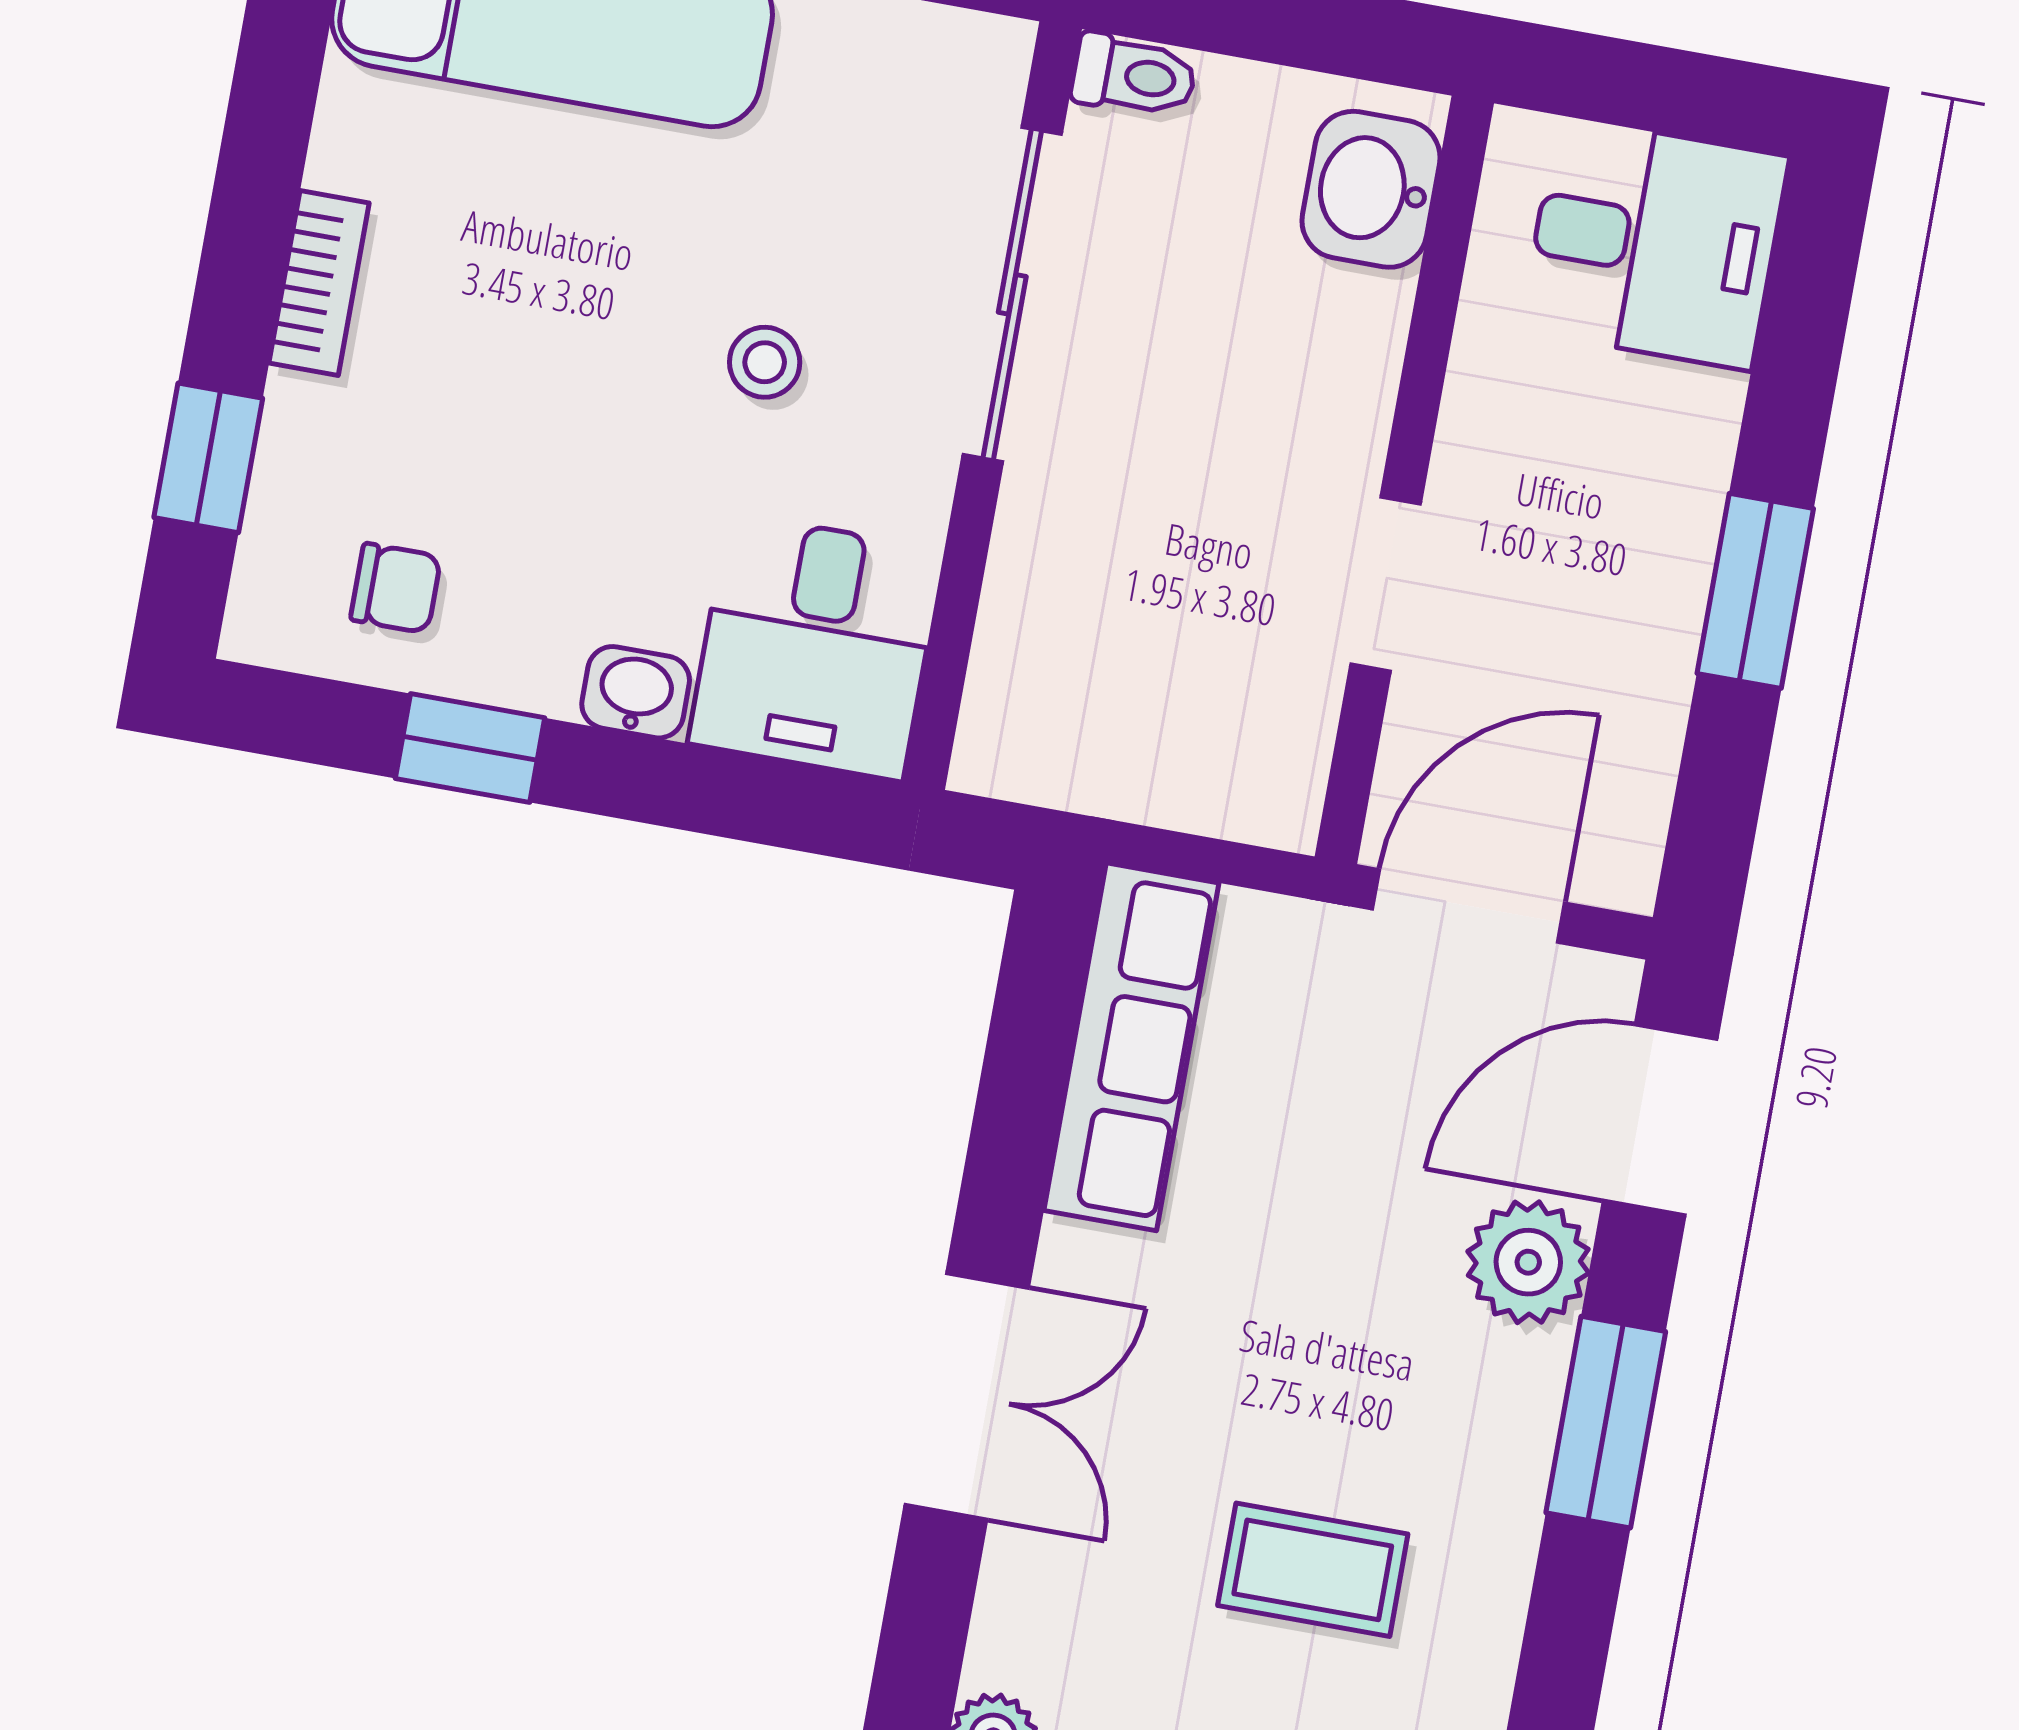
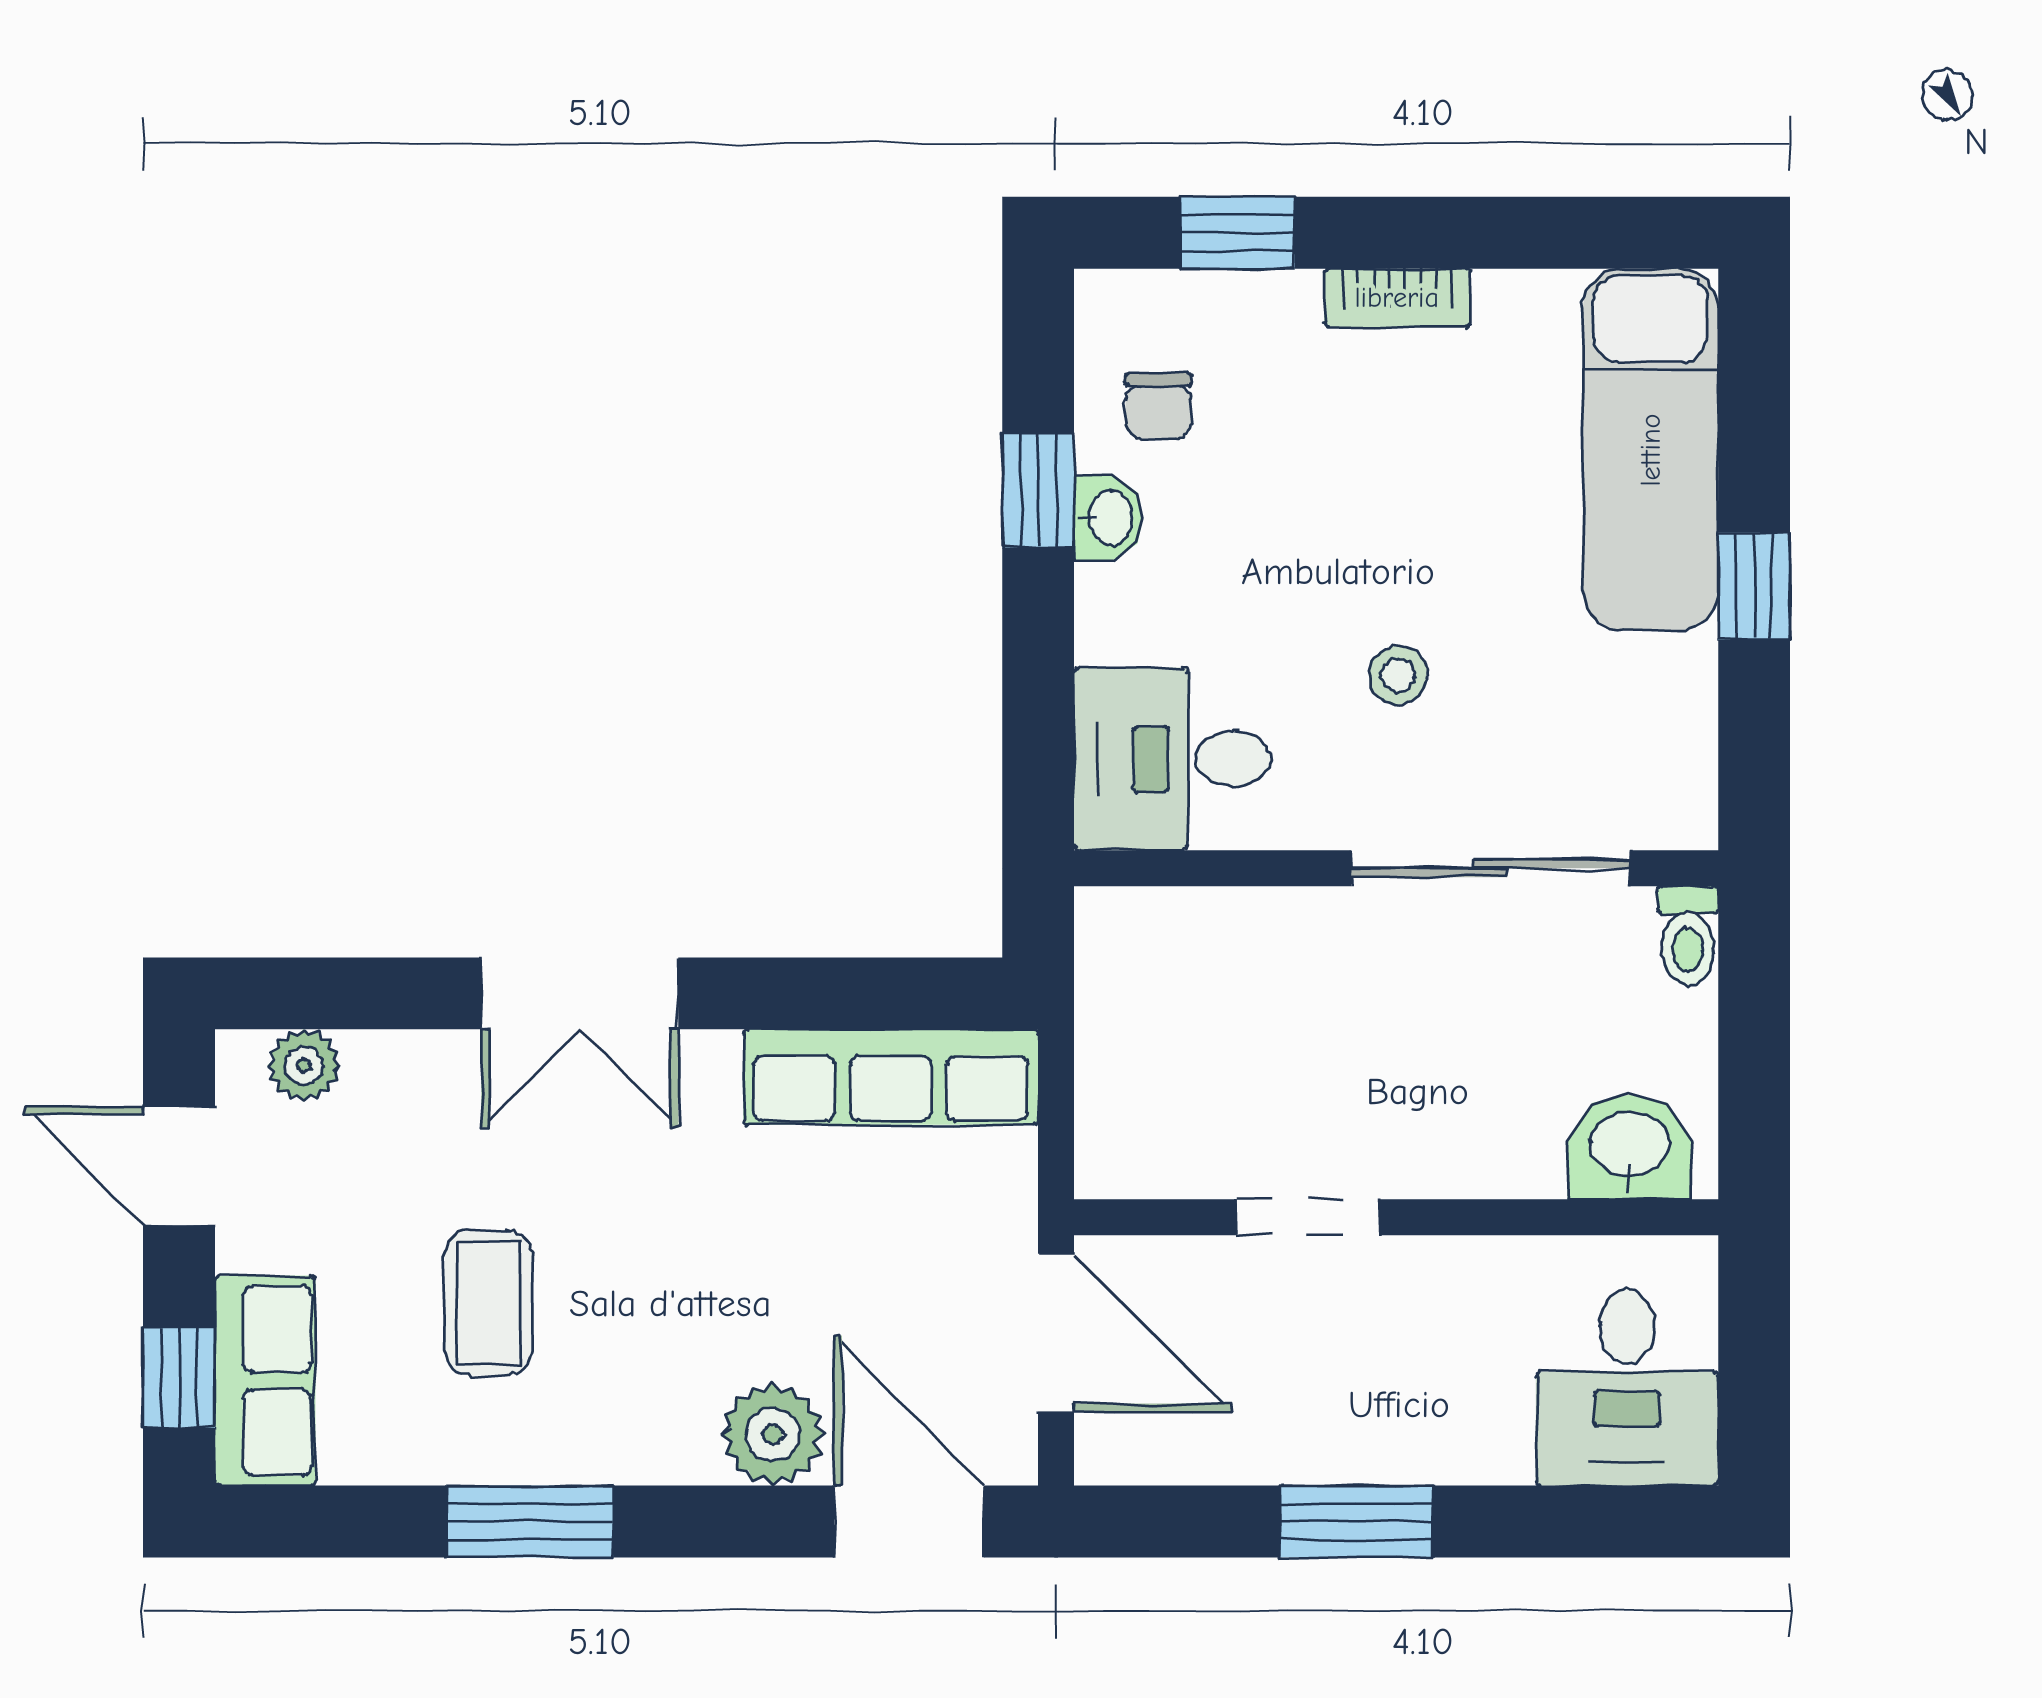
washbasin: (636, 692) -> (1108, 518), moved
window: (1606, 1422) -> (530, 1521), moved

